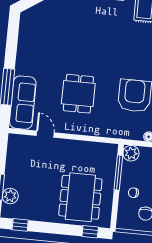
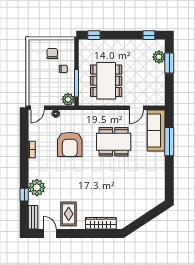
dining table: (78, 94) -> (114, 142), width x1.38
door: (45, 134) -> (136, 108), hinge flipped
dining table: (80, 197) -> (106, 81), moved

